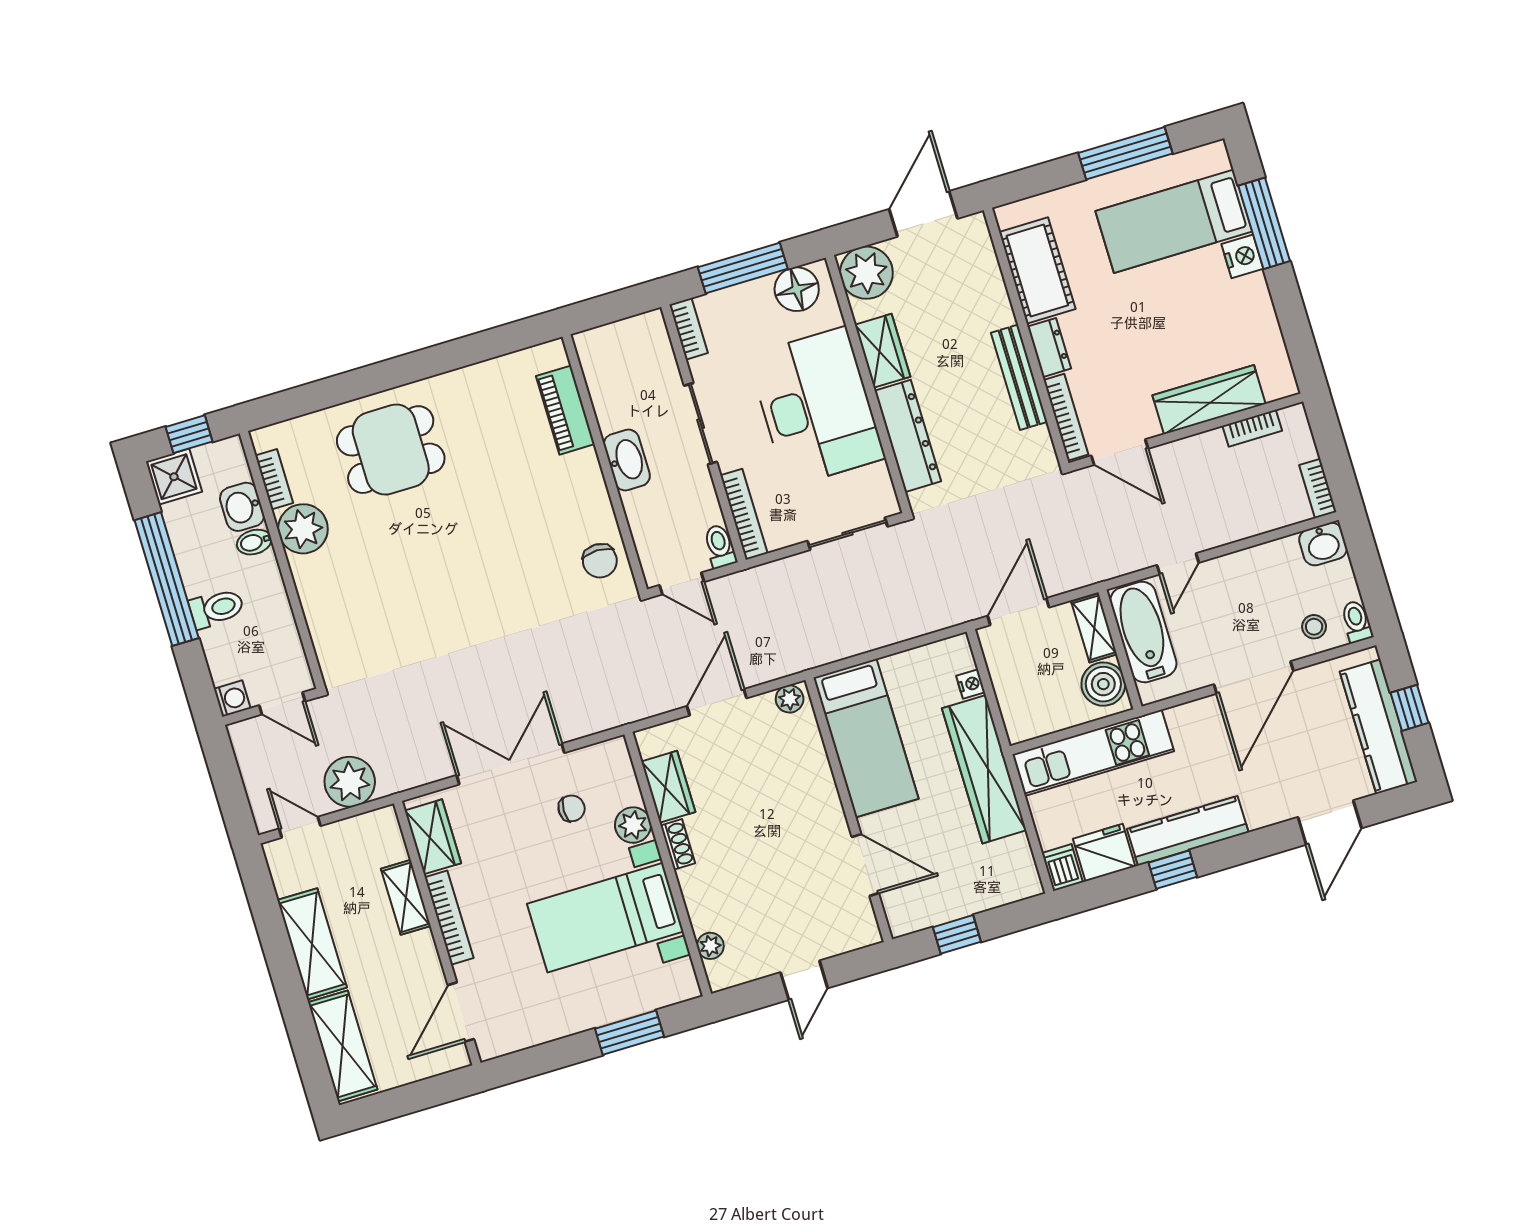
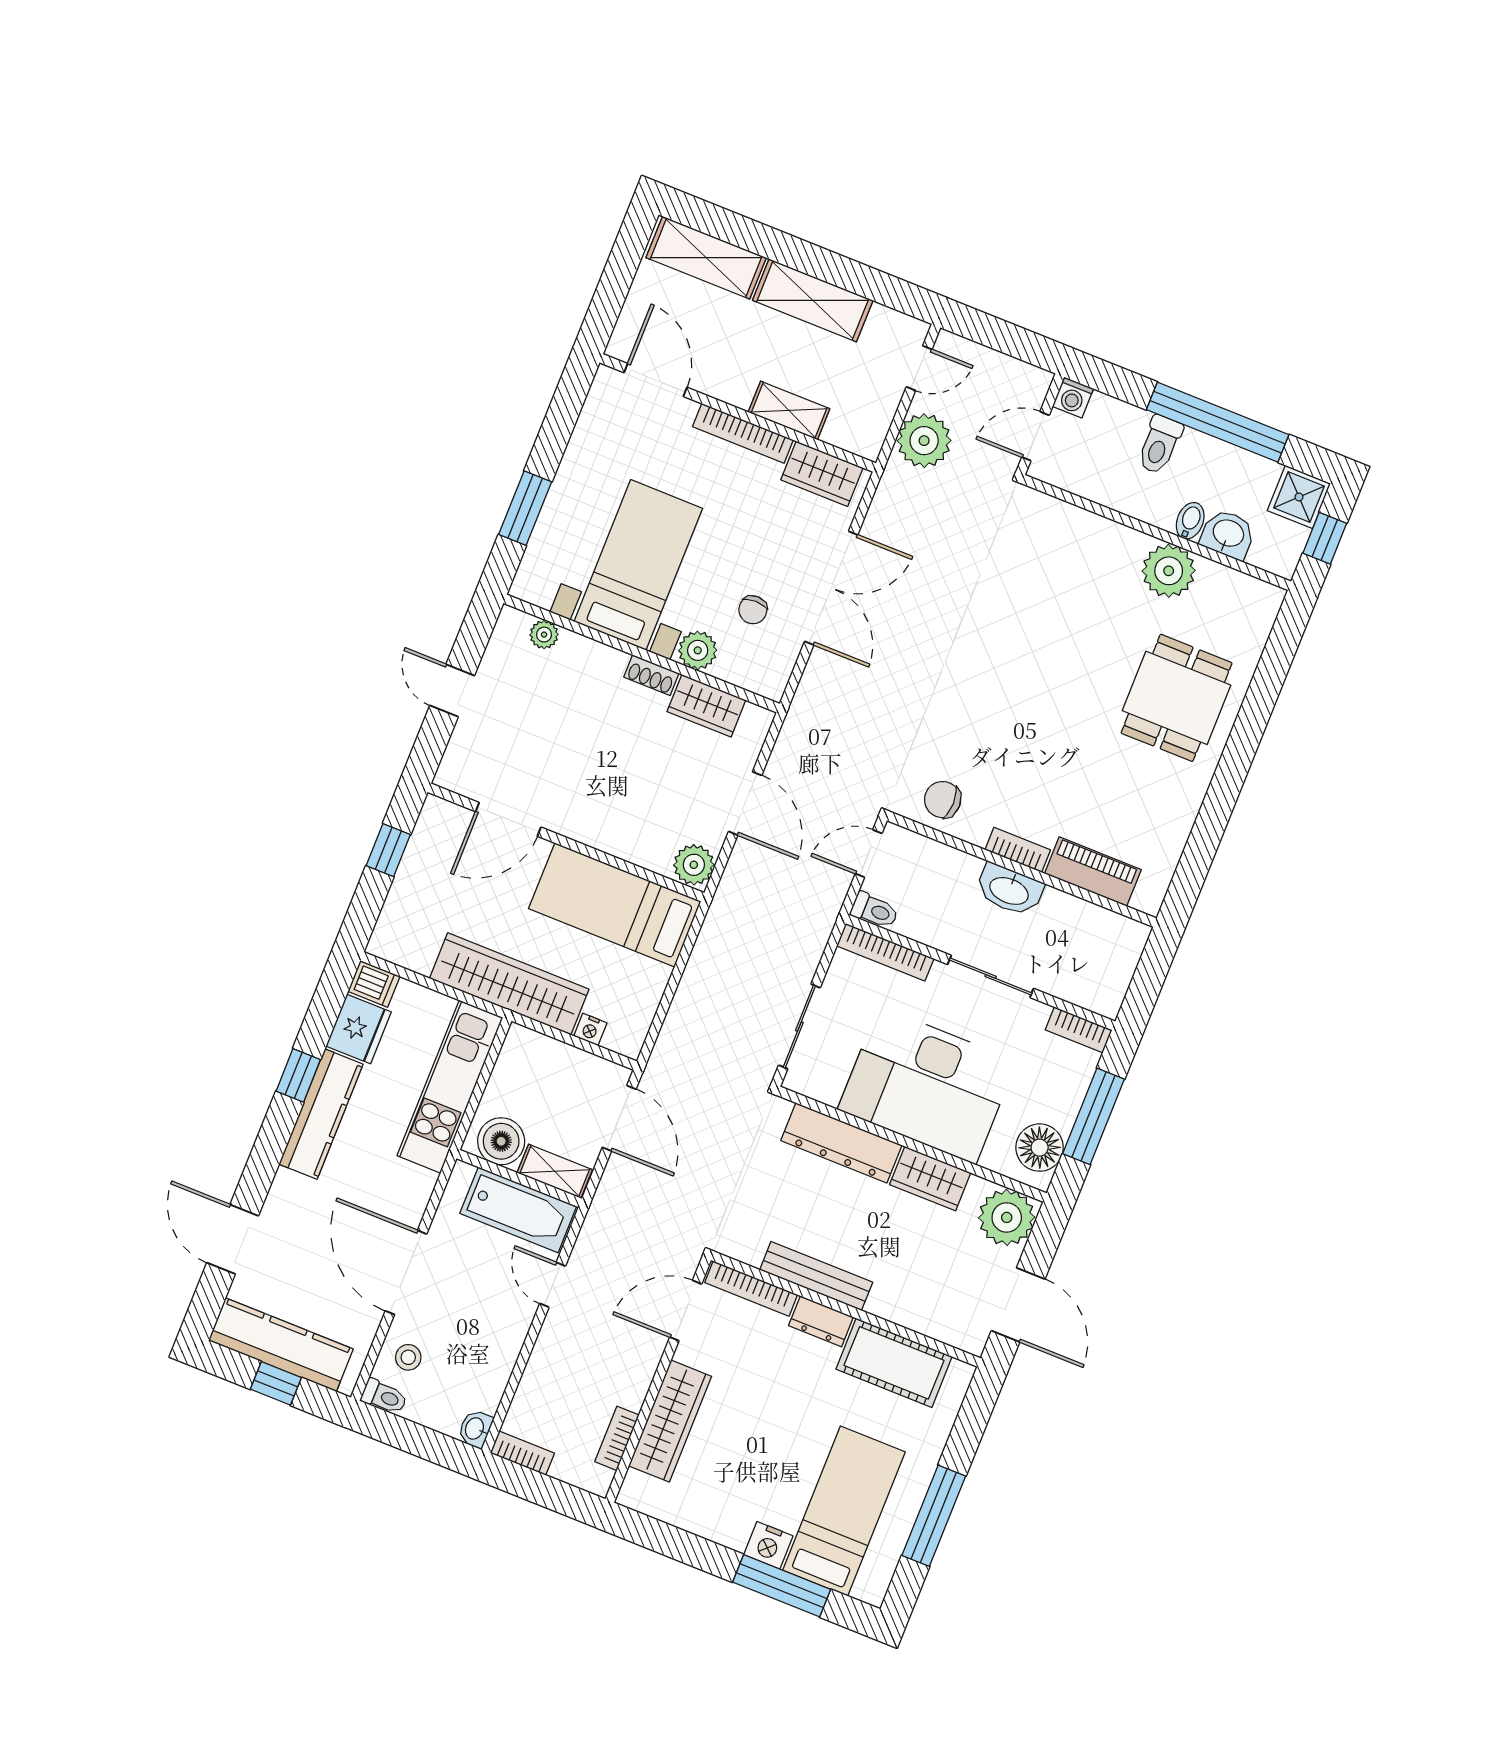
bookcase: (274, 479) -> (1018, 850), moved, turned 180
washbasin: (1323, 544) -> (475, 1429), width x0.72, depth x0.69
plant: (790, 699) -> (694, 865), width x1.38, depth x1.38

